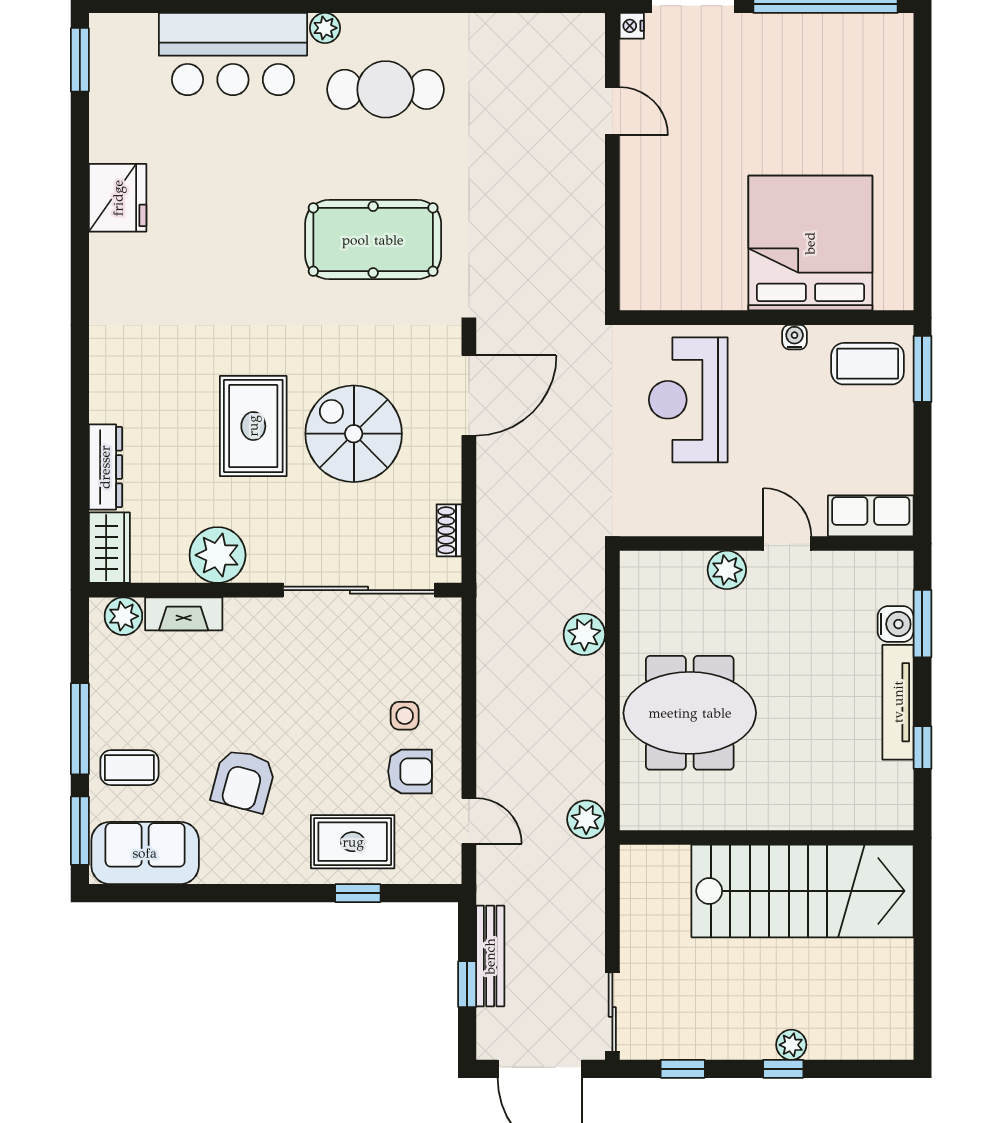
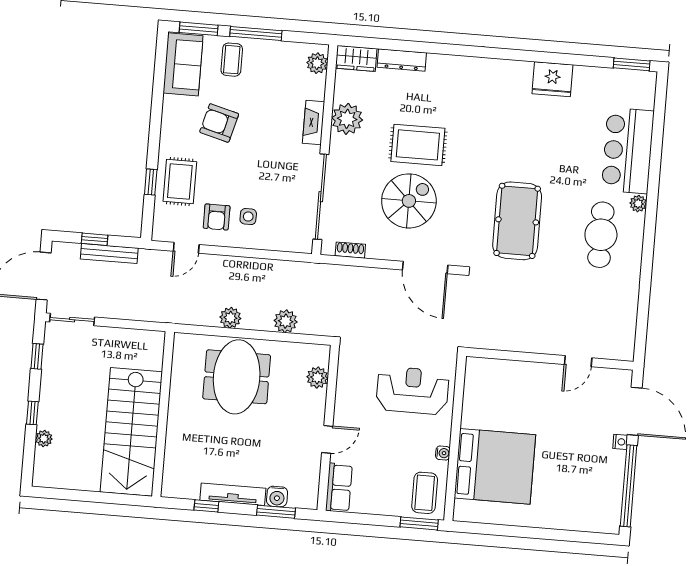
nightstand: (632, 26) -> (620, 442), moved, turned 90
plant: (727, 570) -> (317, 378), moved
fireplace: (184, 614) -> (314, 123), moved
plant: (586, 819) -> (230, 318), moved
plant: (791, 1045) -> (44, 439), moved

